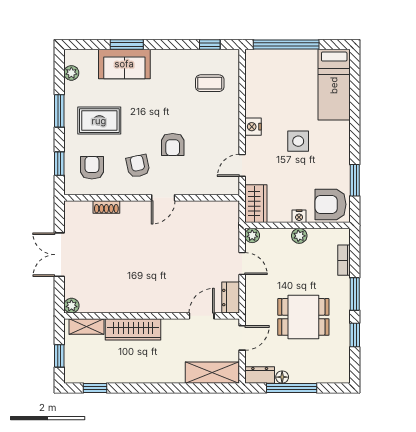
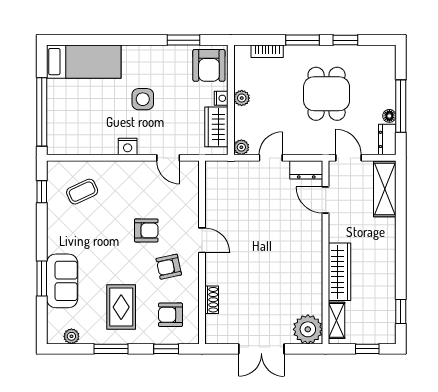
coffee table: (210, 83) -> (82, 192), turned 65
wardrobe: (256, 204) -> (216, 127), moved, turned -90
plant: (71, 306) -> (308, 329), width x1.87, depth x1.87

